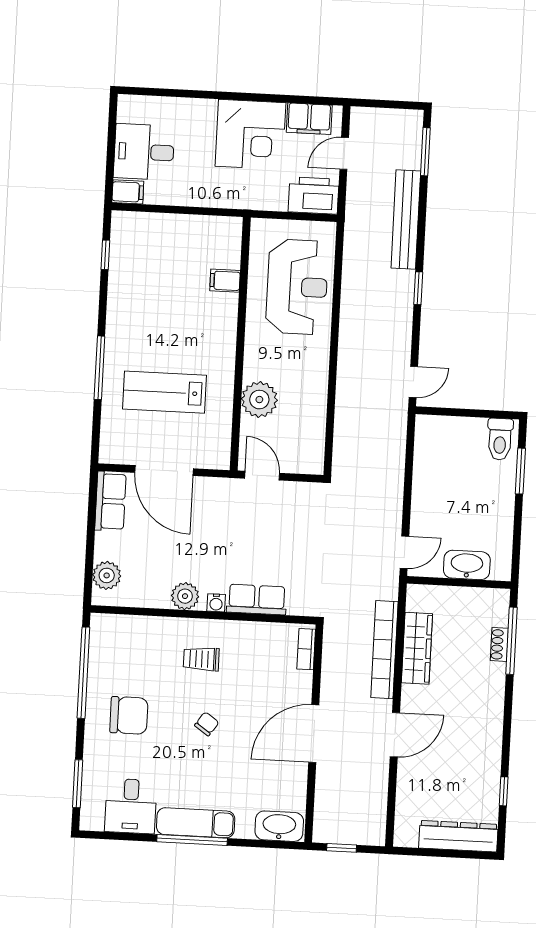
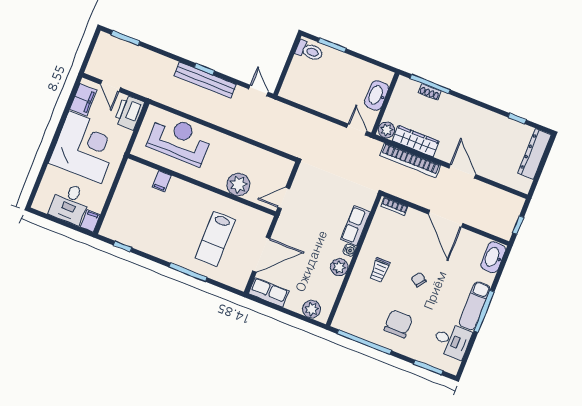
corner desk: (250, 134) -> (85, 147), width x1.36, depth x1.36
bench: (406, 219) -> (205, 80), moved
plant: (419, 598) -> (386, 130), added

